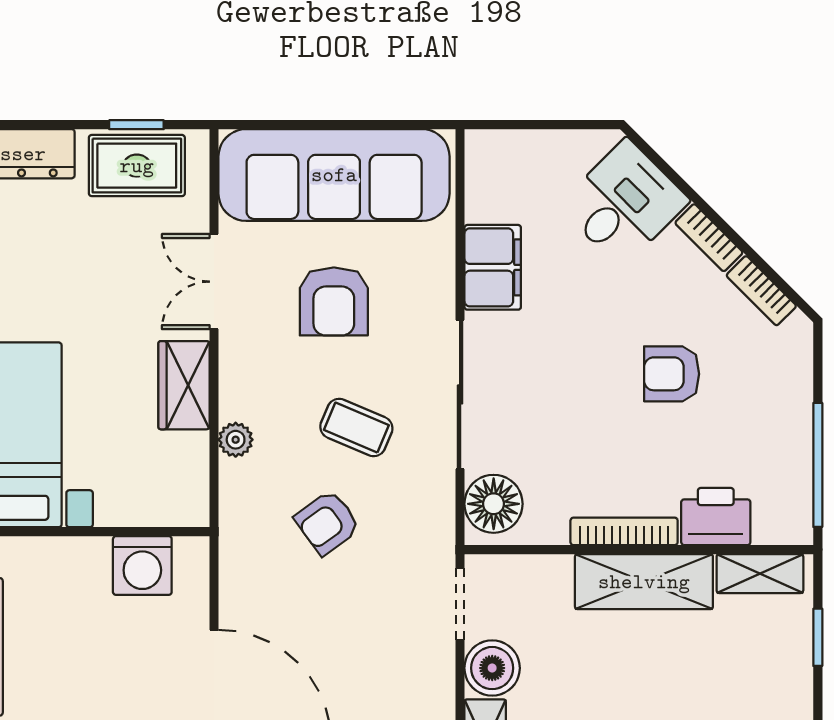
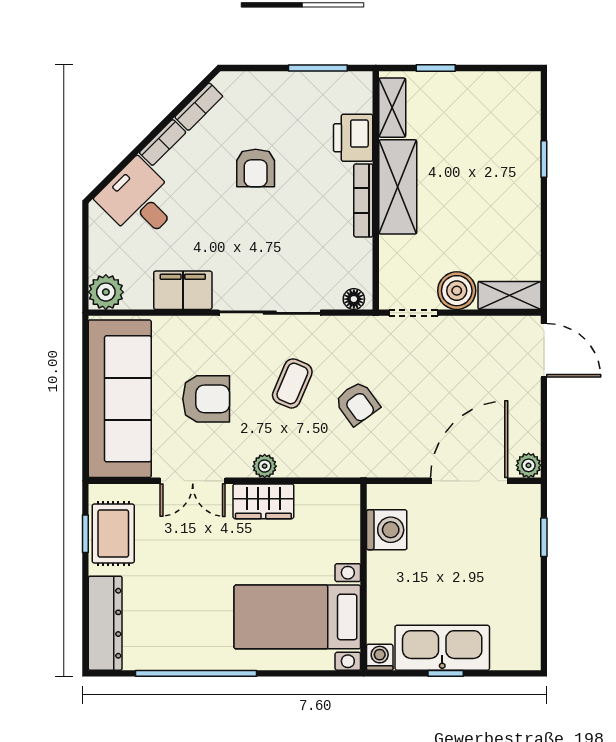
plant: (490, 155) -> (106, 292), added
plant: (236, 440) -> (265, 466), moved
window: (818, 465) -> (318, 68), width x0.69
floor lamp: (494, 504) -> (354, 299), width x0.53, depth x0.53

